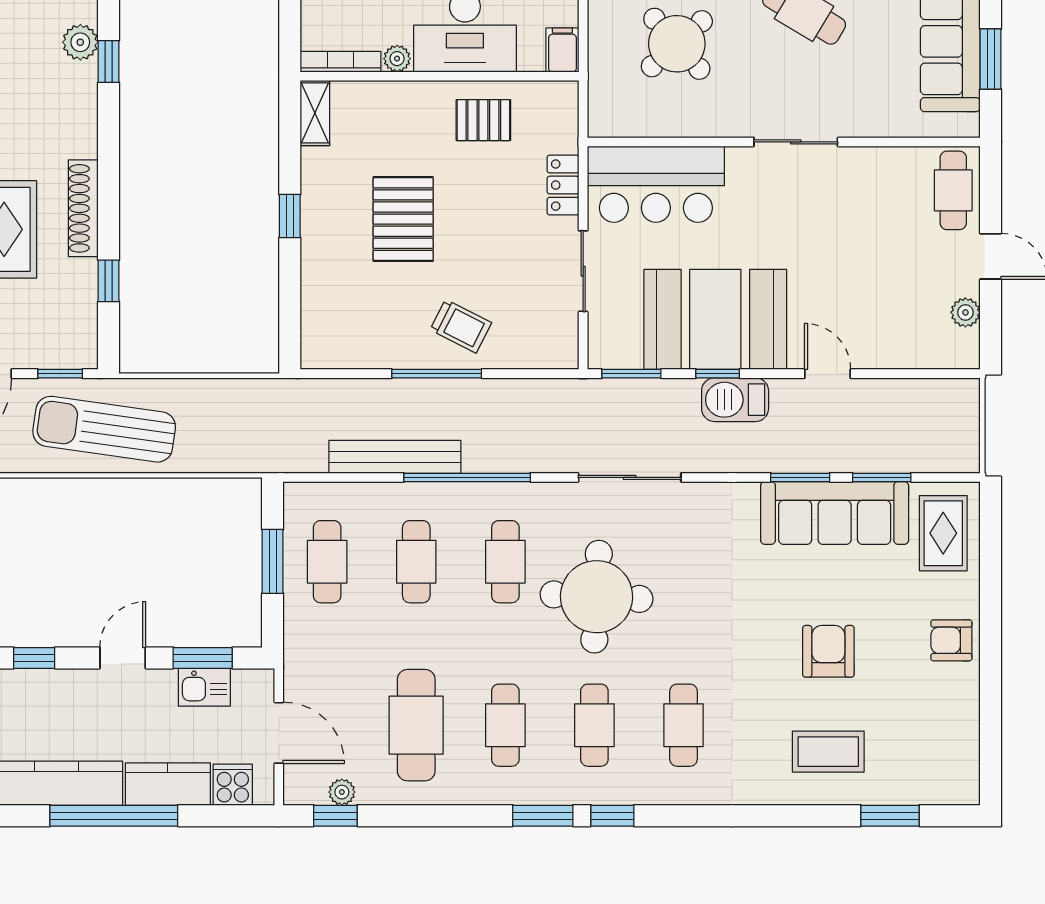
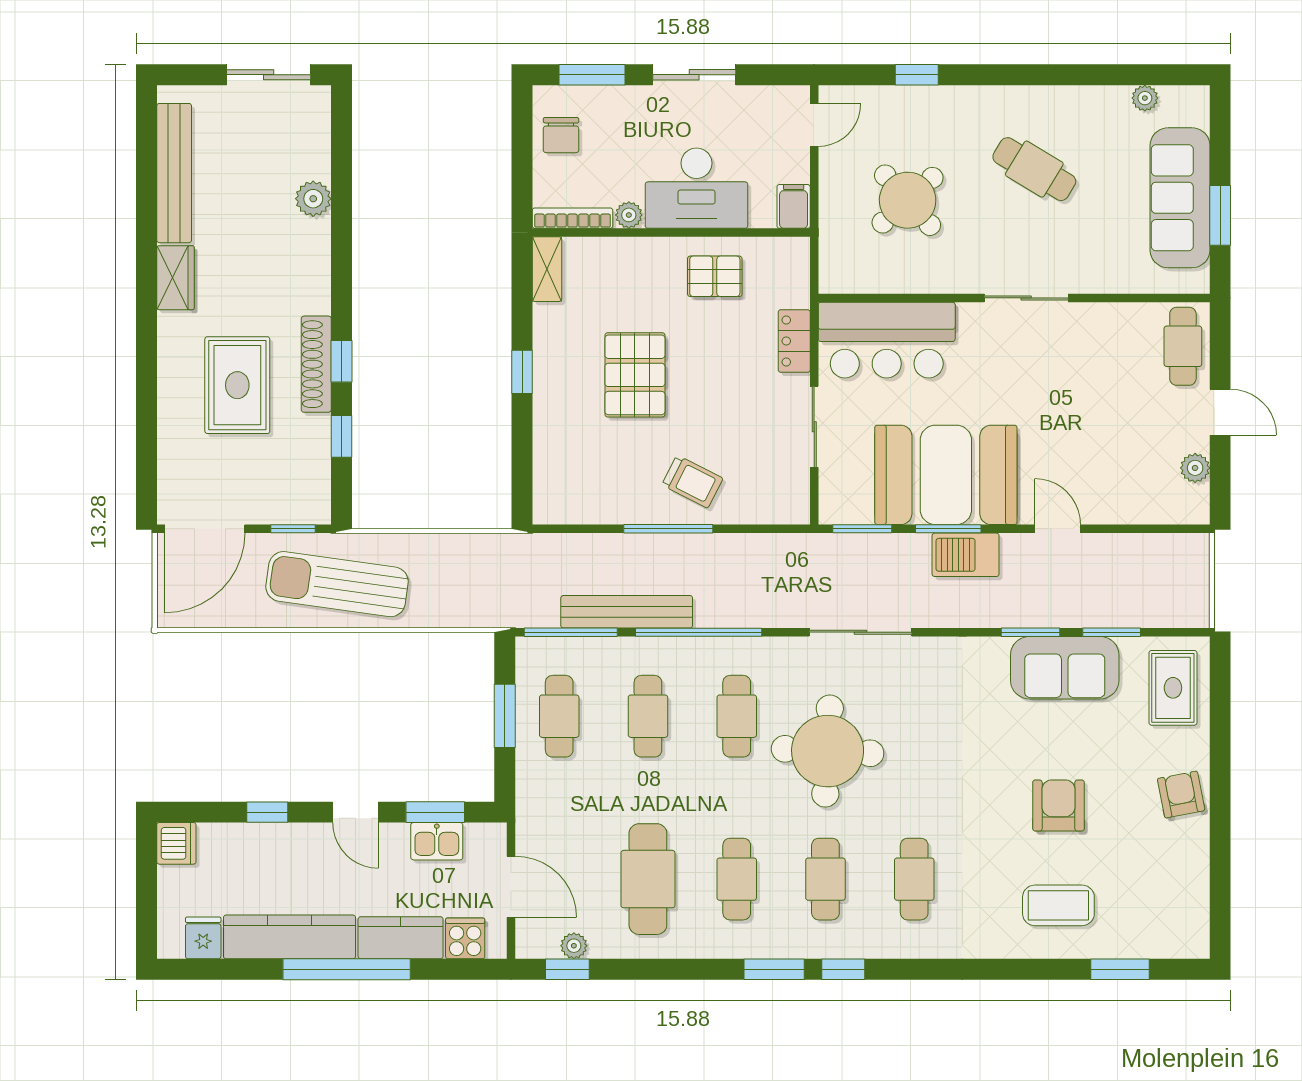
window: (109, 62) -> (341, 361), moved
window: (718, 374) -> (948, 529), width x1.50
window: (339, 477) -> (571, 632), added
sofa: (835, 513) -> (1065, 668), width x0.73
armchair: (951, 640) -> (1181, 795), turned 79
door: (123, 658) -> (355, 812), swing flipped

